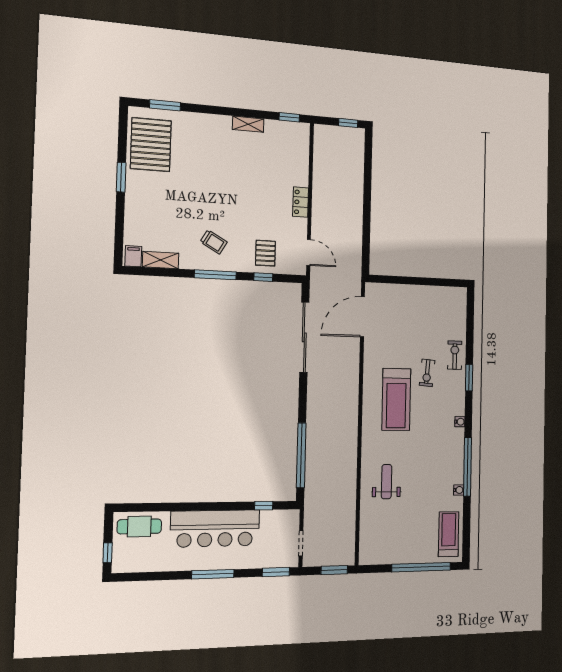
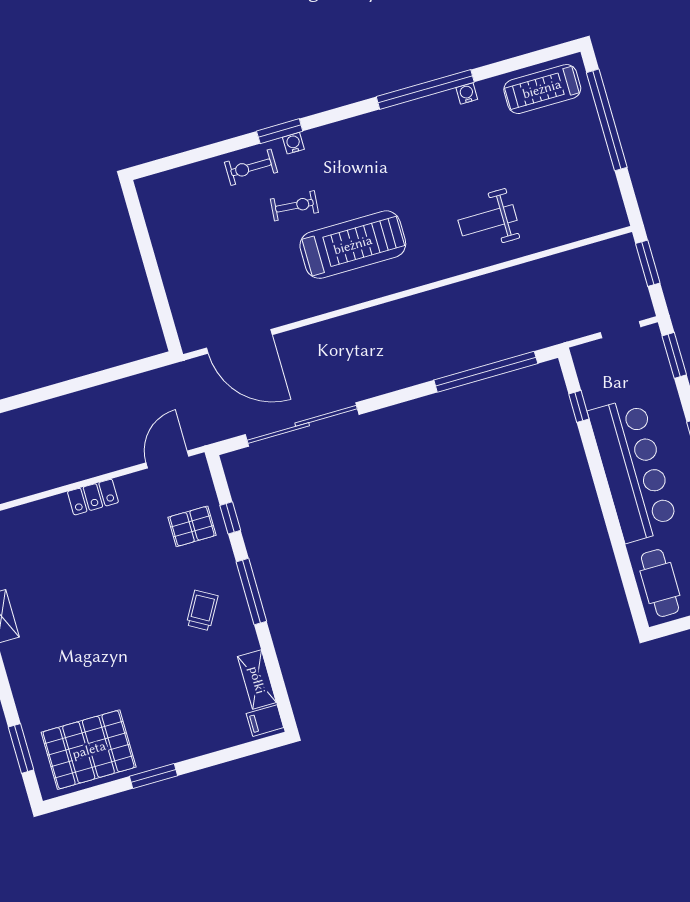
water cooler: (460, 422) -> (293, 143), moved

